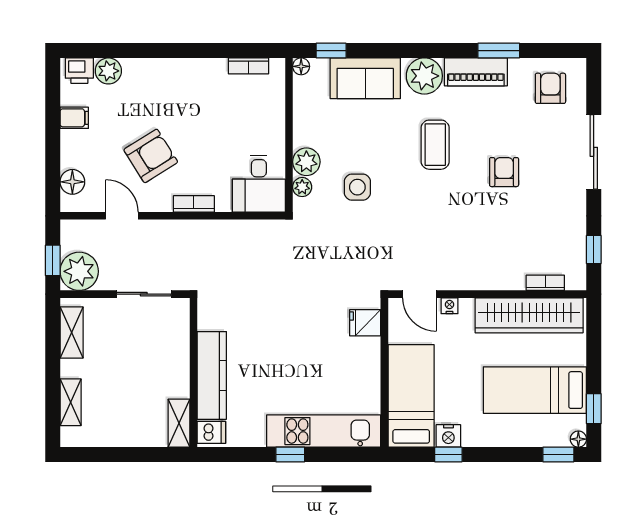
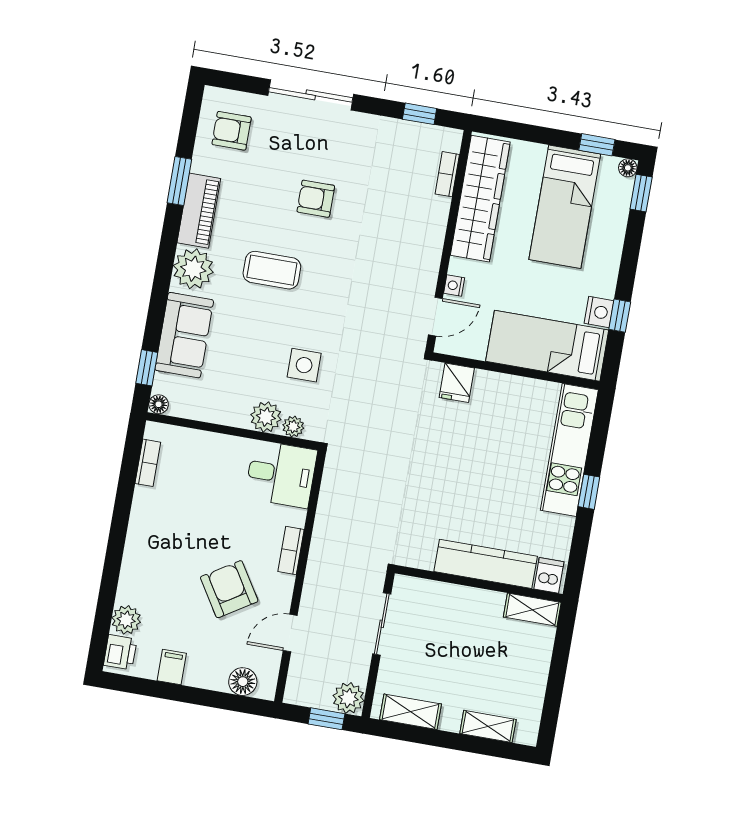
plant: (79, 271) -> (348, 698), width x0.73, depth x0.73

